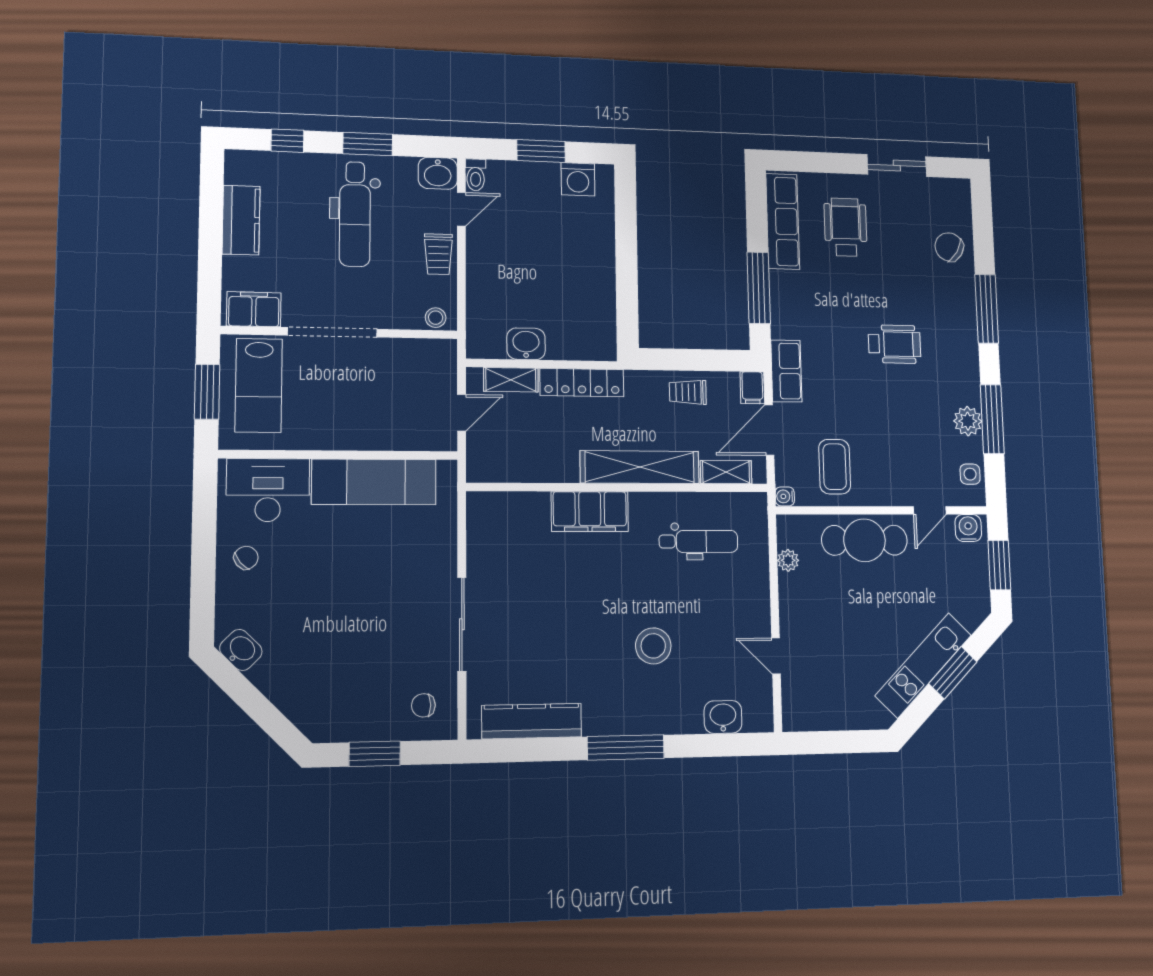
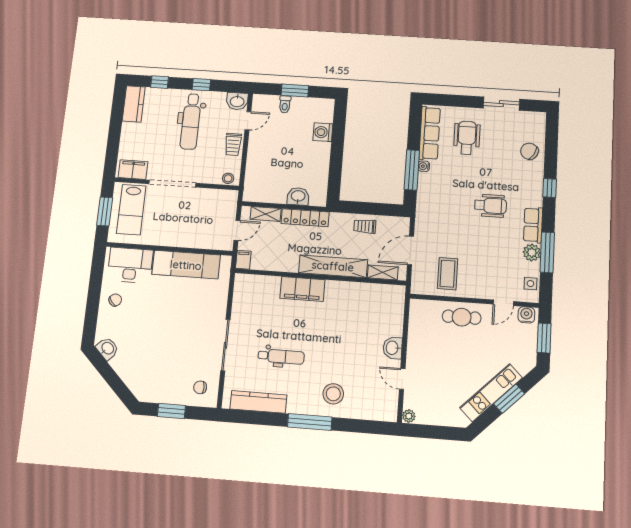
window: (368, 144) -> (201, 85), width x0.67
toilet: (476, 175) -> (285, 104), moved
washing machine: (578, 179) -> (323, 132), moved, turned 90
kitchen counter: (241, 220) -> (134, 104), moved
window: (987, 309) -> (550, 188), width x0.46
washbasin: (526, 344) -> (298, 196), moved
row of seats: (786, 371) -> (533, 225), moved, turned 180
filing cabinet: (752, 388) -> (243, 260), moved, turned 180
water cooler: (785, 496) -> (424, 166), moved
cafe table: (864, 540) -> (462, 317), width x0.73, depth x0.74
dental chair: (698, 541) -> (281, 356), moved
plant: (788, 560) -> (409, 416), moved
stool: (653, 646) -> (333, 394), moved
washbasin: (723, 717) -> (393, 348), moved, turned -90

